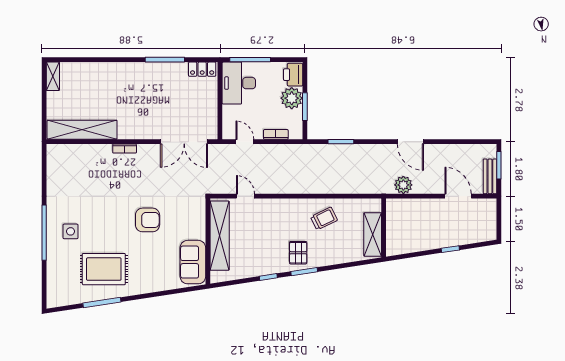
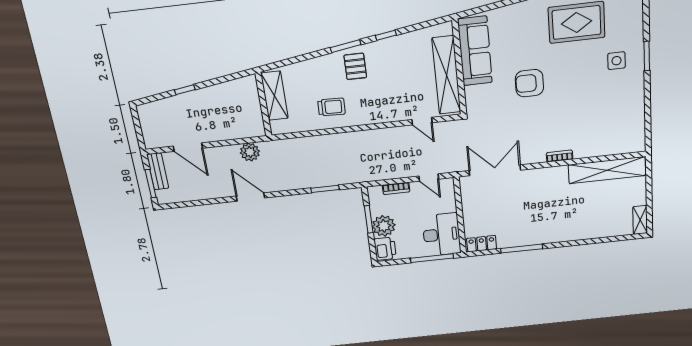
trolley: (324, 218) -> (332, 107), turned -152
window: (44, 233) -> (647, 56), width x0.47
sofa: (193, 262) -> (475, 51), width x1.36

